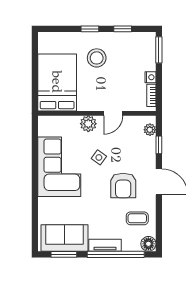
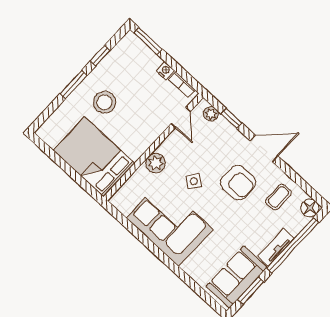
window: (90, 29) -> (74, 85), width x1.50
door: (113, 113) -> (181, 118), moved

